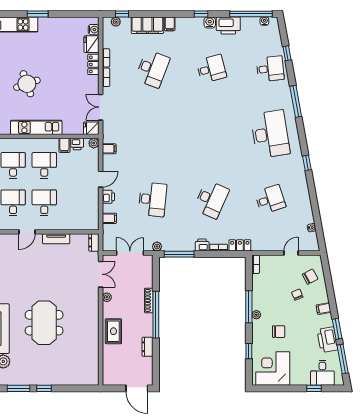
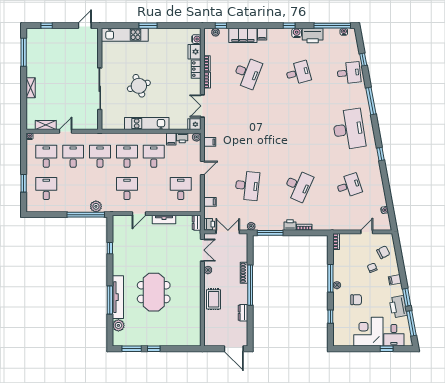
printer: (108, 197) -> (209, 224), moved
desk: (44, 203) -> (181, 189), moved
locker: (240, 245) -> (323, 225), removed
corner desk: (273, 369) -> (368, 332), moved

